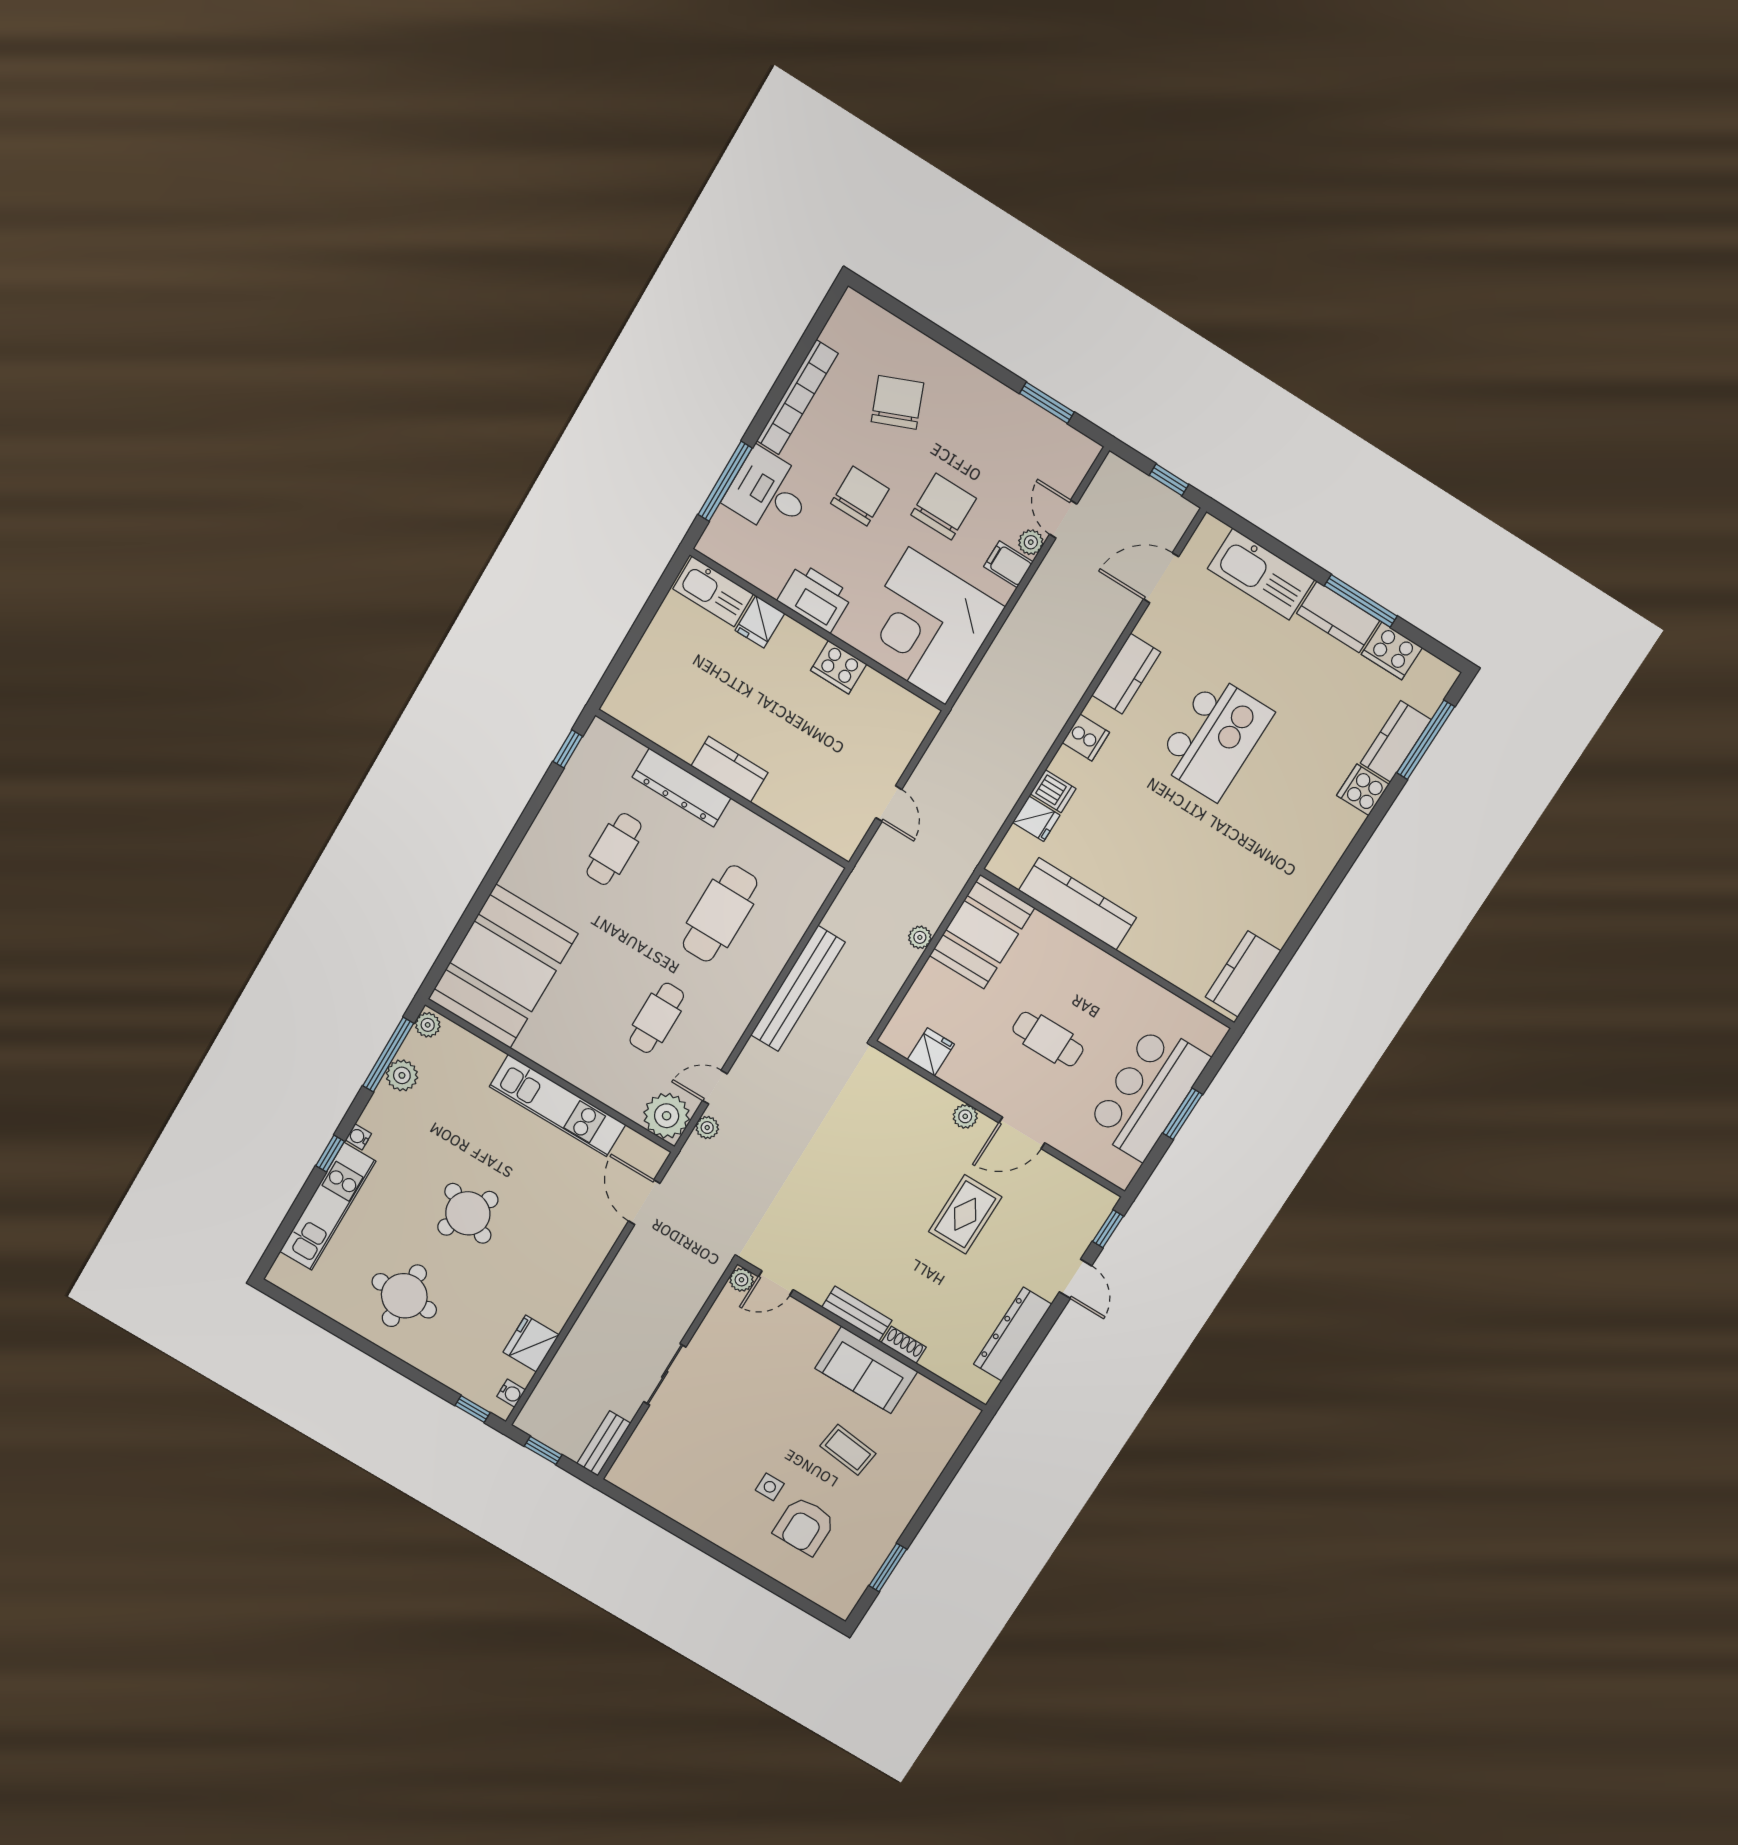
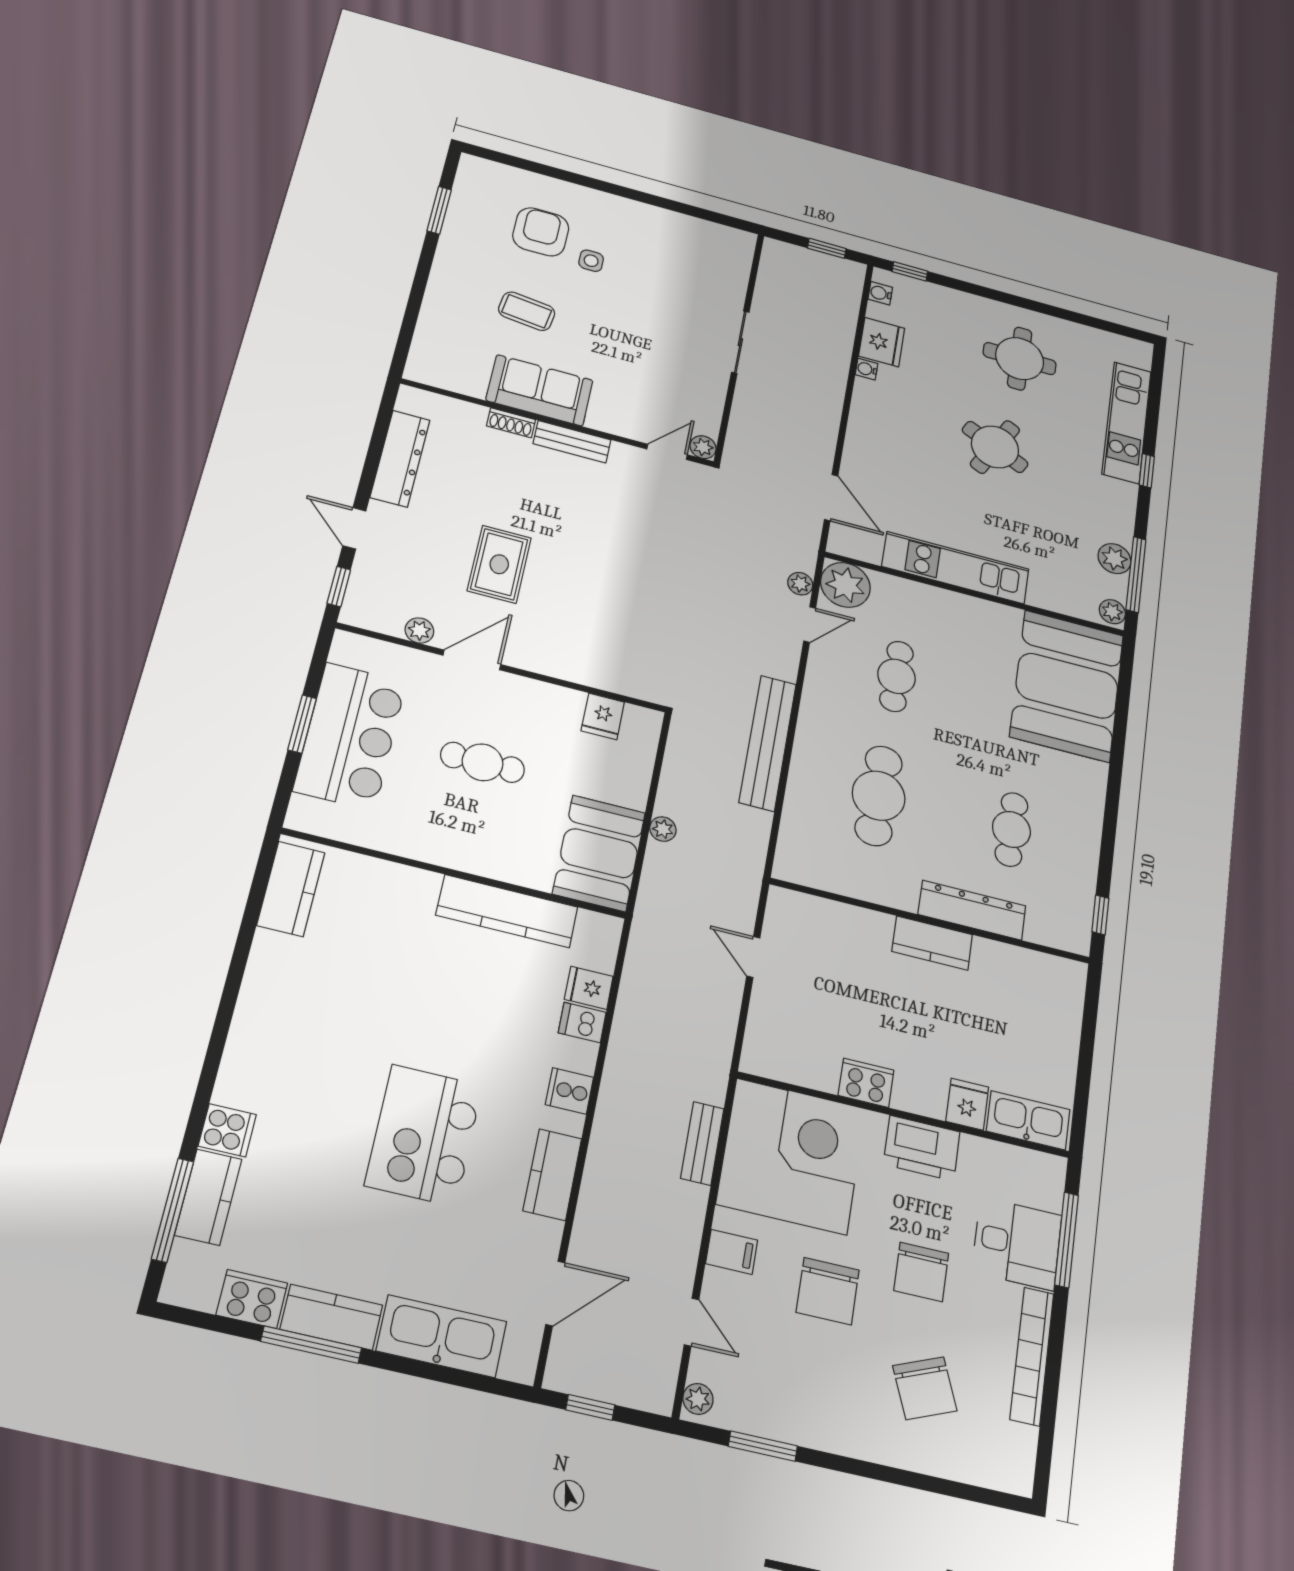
plant: (1031, 542) -> (698, 1399), moved
plant: (965, 1116) -> (419, 631), moved
water cooler: (358, 1137) -> (867, 369), moved, turned 180
bench: (604, 1443) -> (702, 1143), moved

